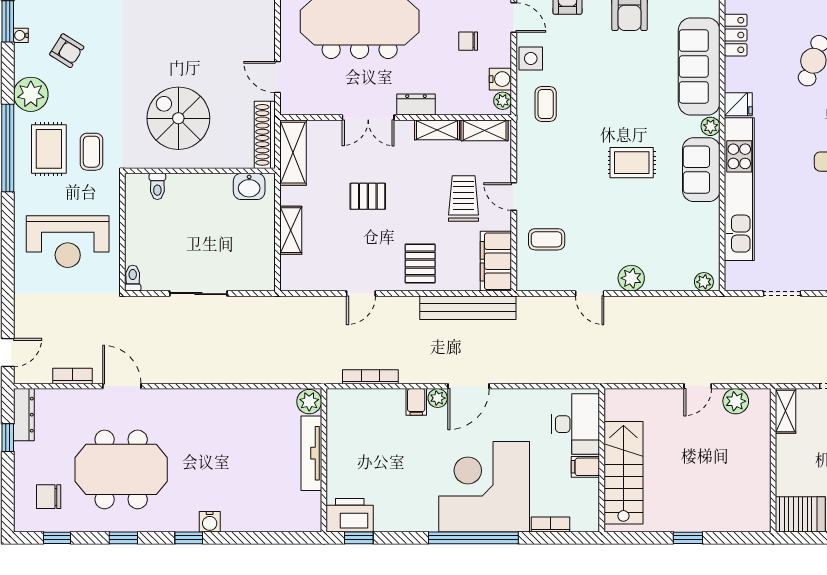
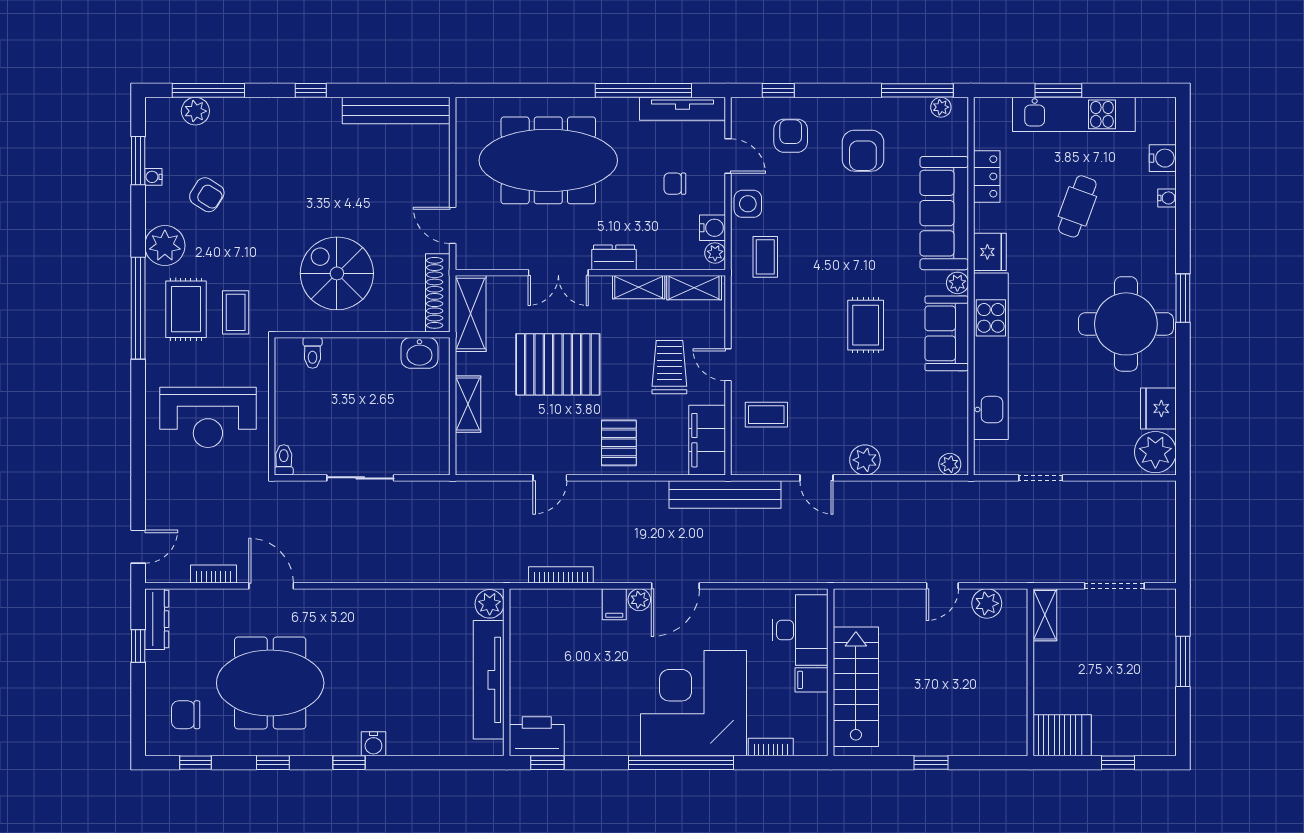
fridge: (738, 104) -> (990, 252), width x1.38
rug: (632, 163) -> (866, 325), turned 90
pallet: (368, 196) -> (558, 364), width x2.05, depth x2.00
bench: (468, 308) -> (725, 494), moved
tv unit: (311, 453) -> (489, 680), width x1.36, depth x1.29

